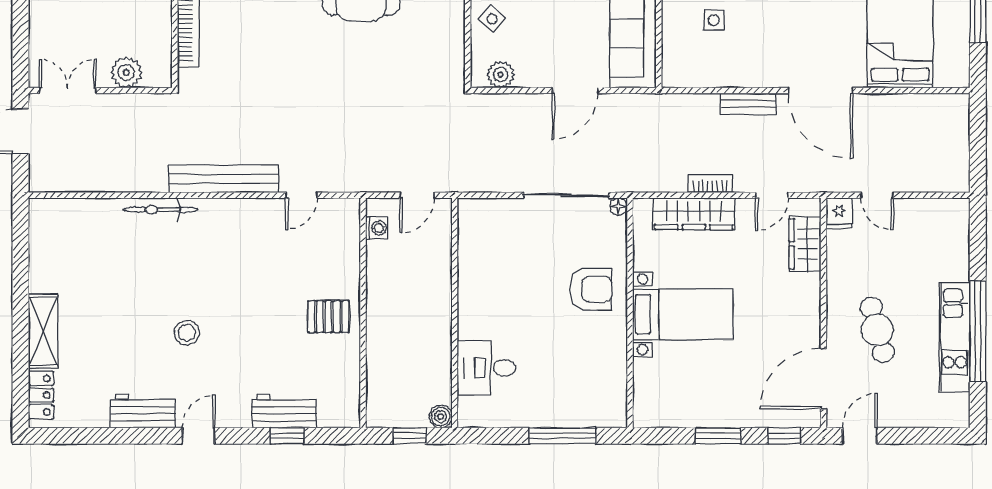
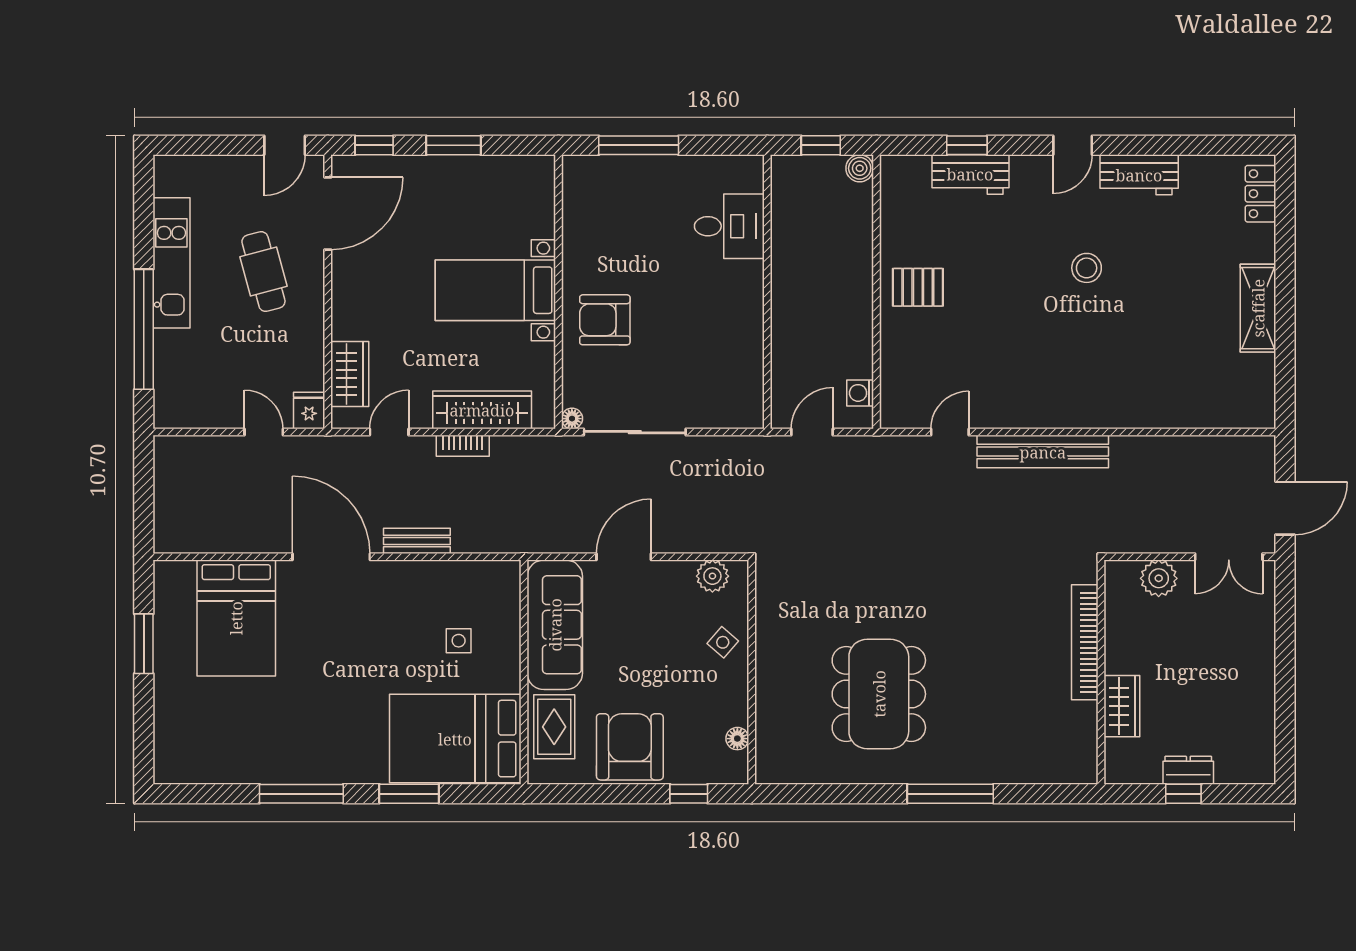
bicycle: (160, 210) -> (1118, 415), removed
shelving: (43, 331) -> (1258, 308), moved
window: (978, 331) -> (144, 329), moved
boiler: (441, 416) -> (860, 168), moved

